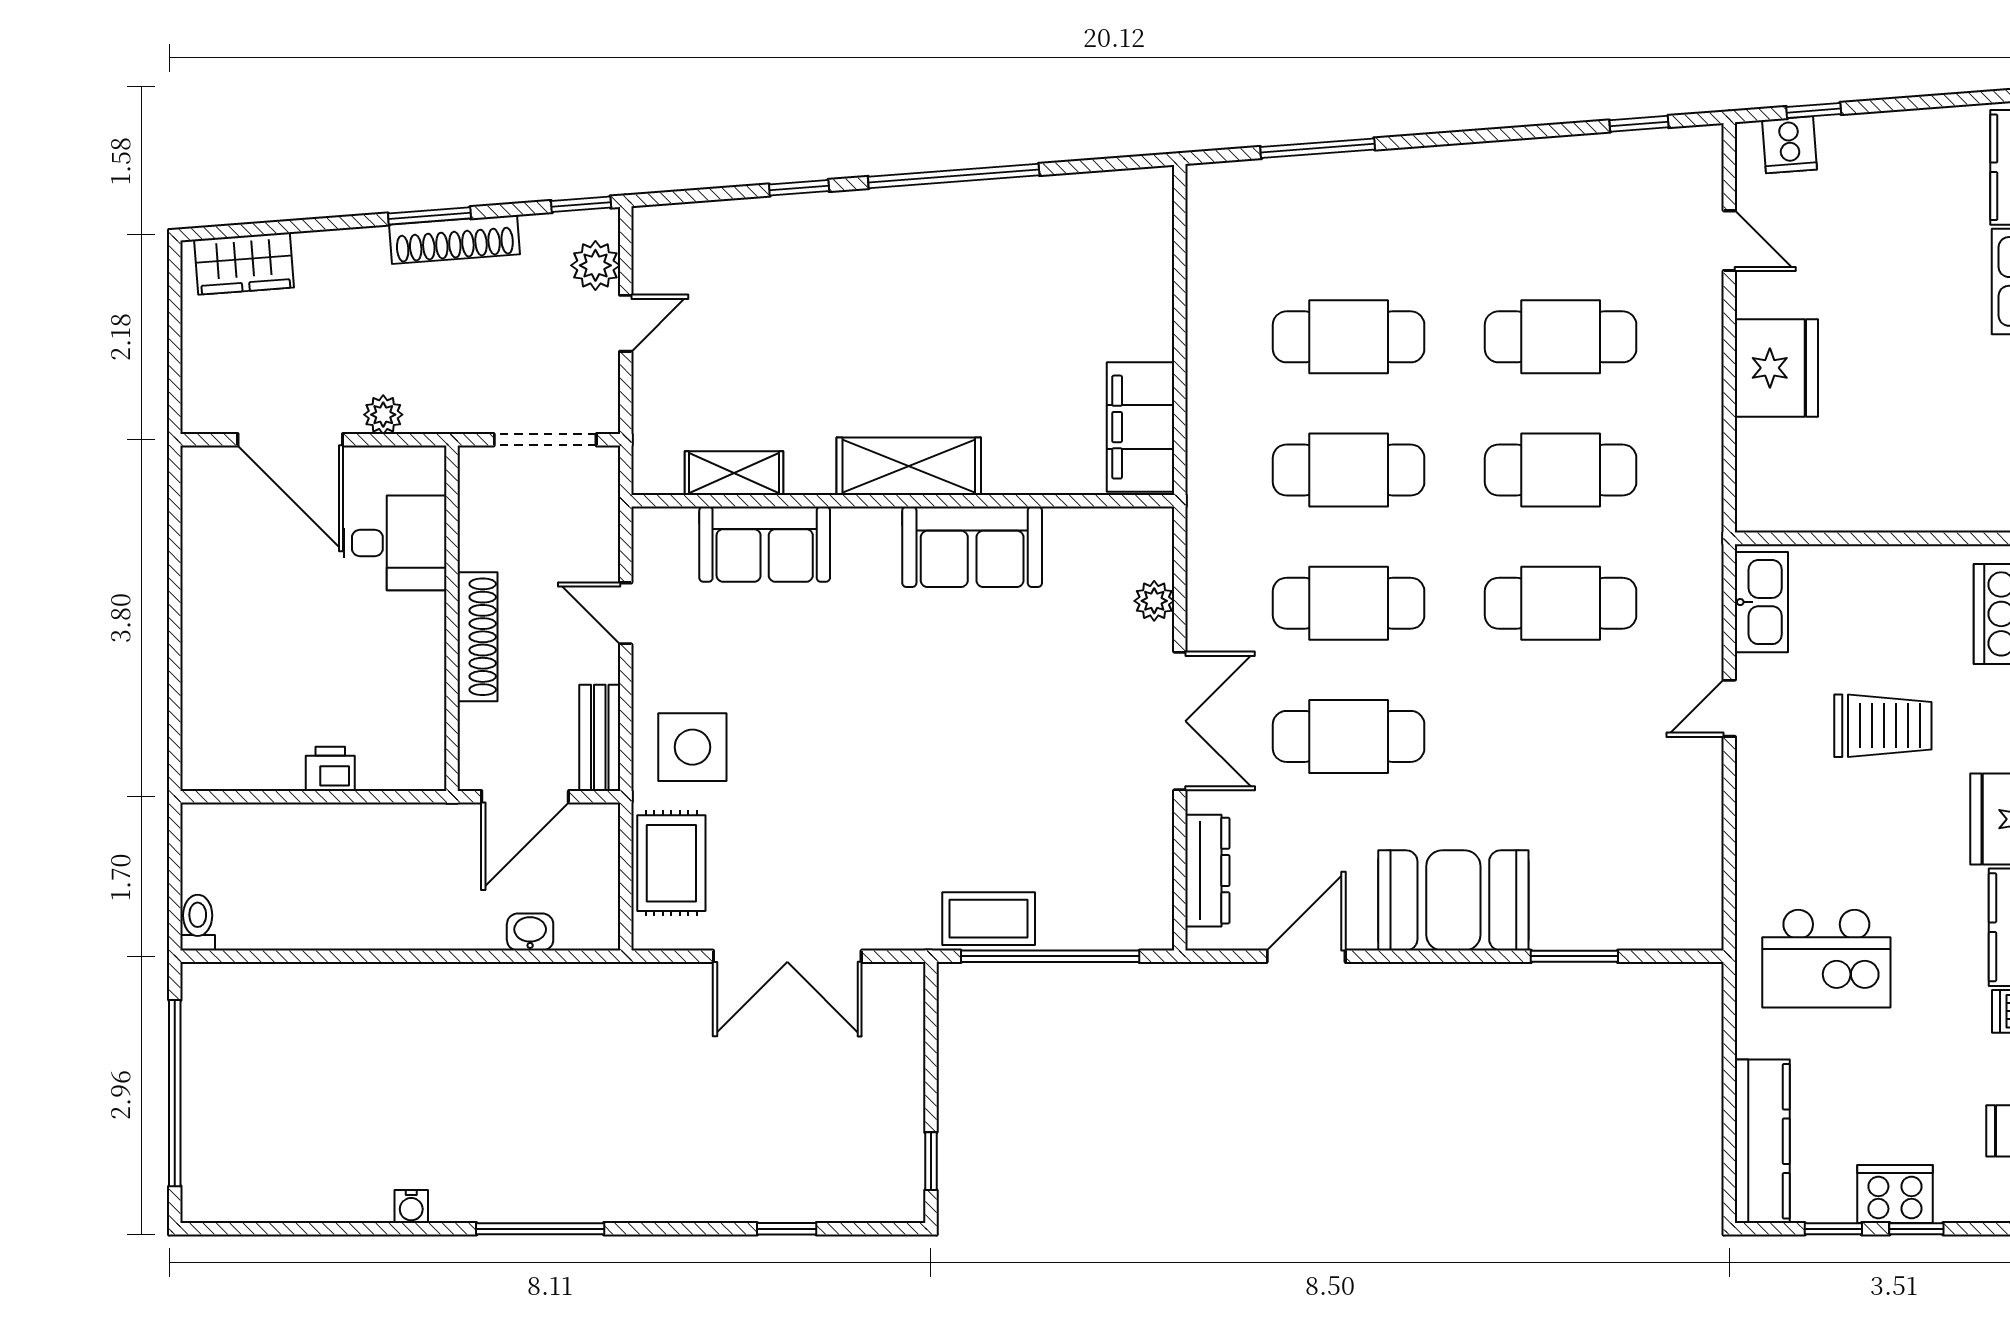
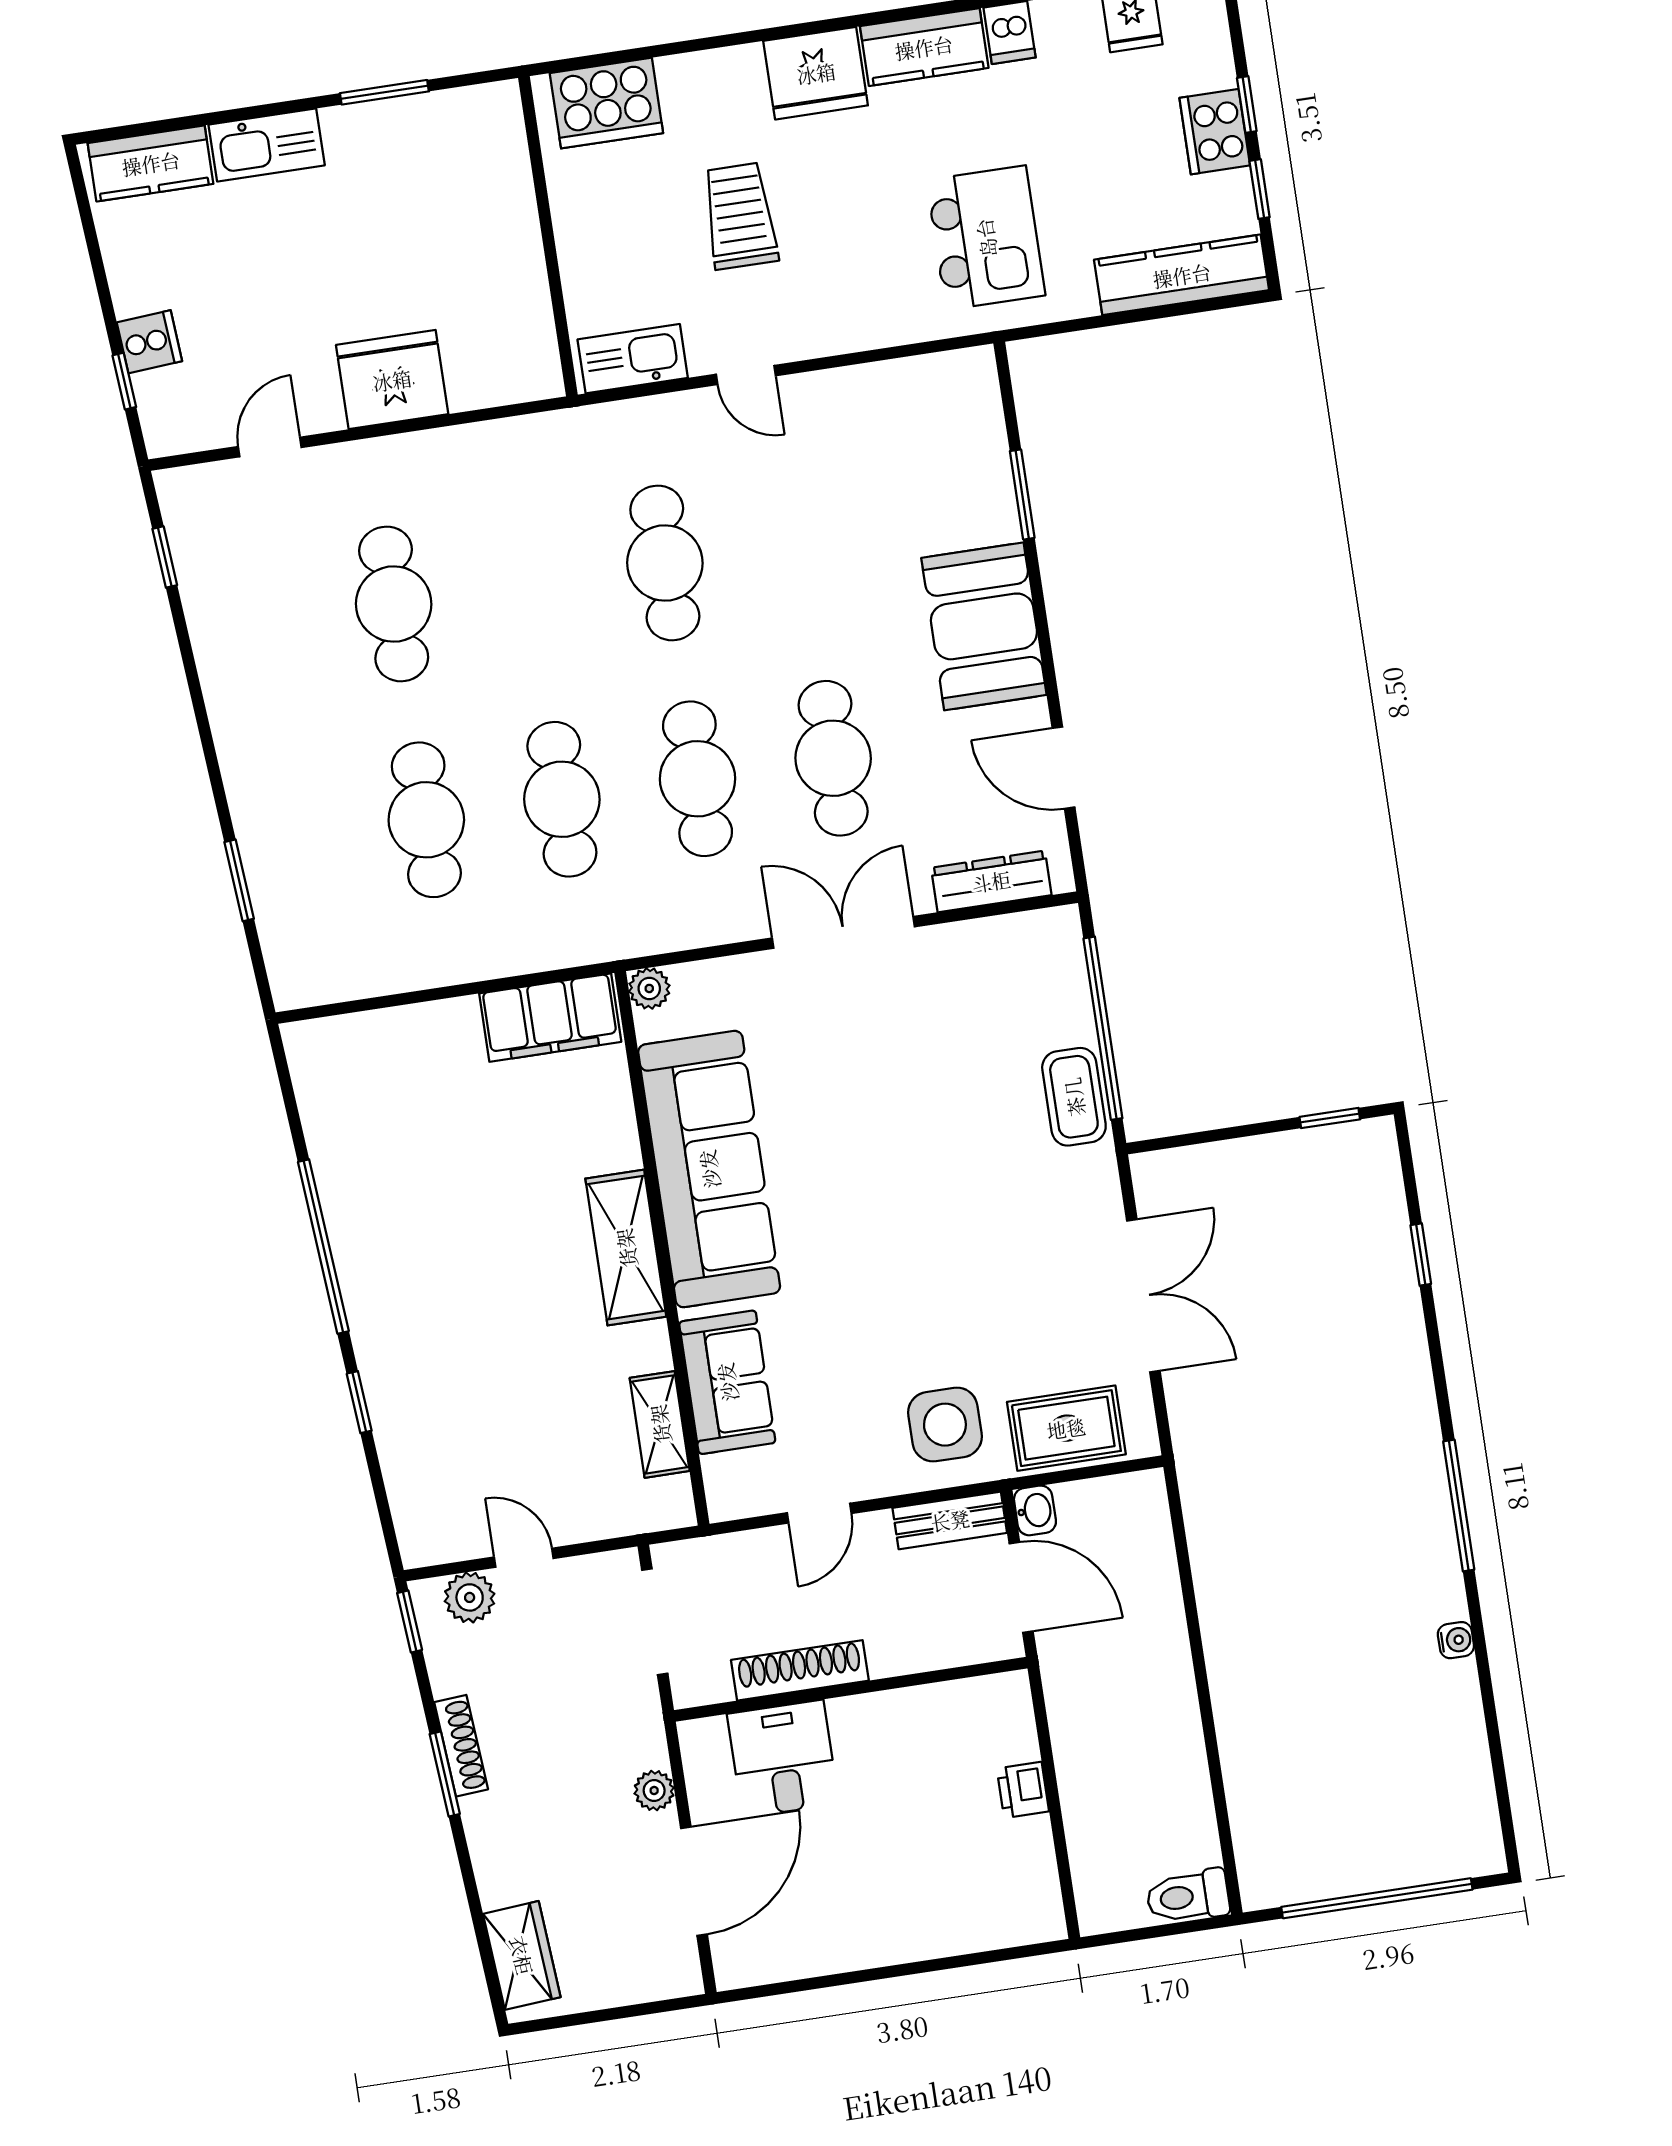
cooker: (1790, 145) -> (149, 342), moved
window: (1318, 148) -> (239, 880), width x0.69
shoe rack: (455, 239) -> (461, 1746), width x0.74, depth x0.81
cafe table: (1561, 470) -> (529, 583), removed
sofa: (972, 547) -> (709, 1169), width x1.85, depth x1.27
plant: (1154, 601) -> (649, 988), moved
shoe rack: (478, 637) -> (800, 1670), moved
toilet: (198, 923) -> (1188, 1896), width x1.37, depth x1.39
washbasin: (530, 932) -> (1035, 1510), moved, turned 180

